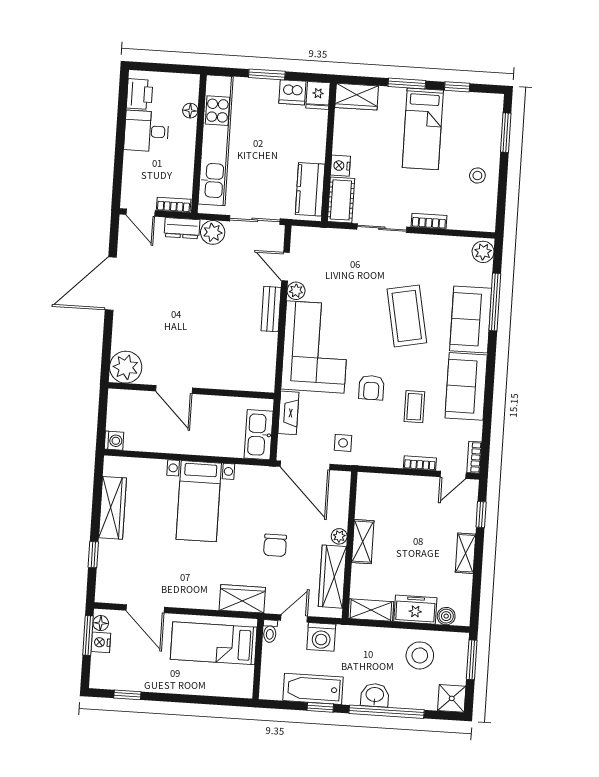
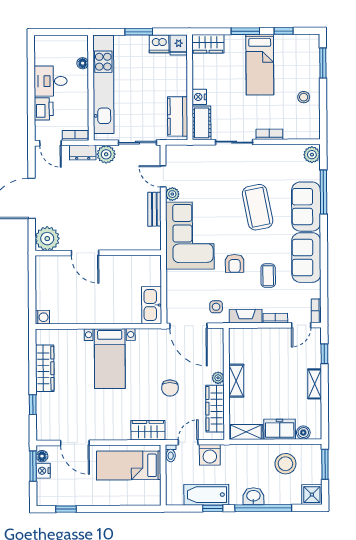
printer: (140, 94) -> (44, 109), moved
plant: (126, 367) -> (47, 239), moved
door: (174, 389) -> (85, 253), moved
wall: (191, 391) -> (98, 253), moved
fireplace: (288, 413) -> (246, 316), moved, turned -90

